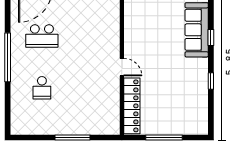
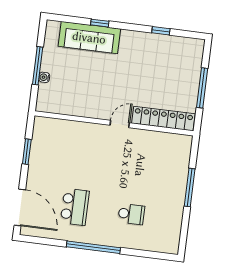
window: (211, 81) -> (161, 31), moved

